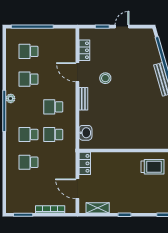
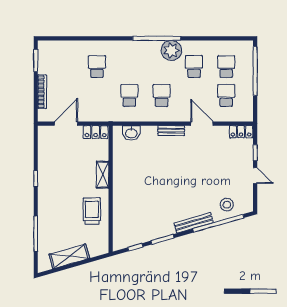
locker: (84, 50) -> (241, 132), moved
door: (77, 72) -> (202, 124), hinge flipped
stool: (105, 78) -> (227, 205), moved
plant: (11, 98) -> (171, 50), width x1.88, depth x1.88
school desk: (28, 135) -> (226, 95), moved
trolley: (152, 167) -> (92, 211), turned 180
shelving: (98, 208) -> (103, 175), moved

